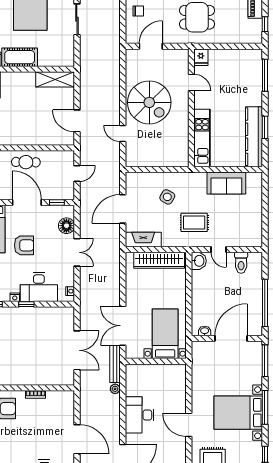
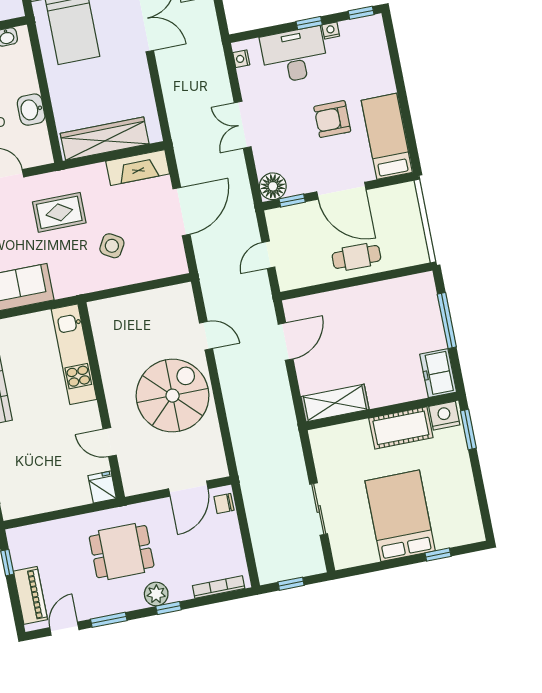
chair: (138, 11) -> (224, 503), moved
spiral stairs: (149, 102) -> (173, 396), turned 90
door: (77, 121) -> (286, 342), hinge flipped
floor lamp: (66, 226) -> (273, 186), moved
washbasin: (199, 261) -> (31, 110), moved

